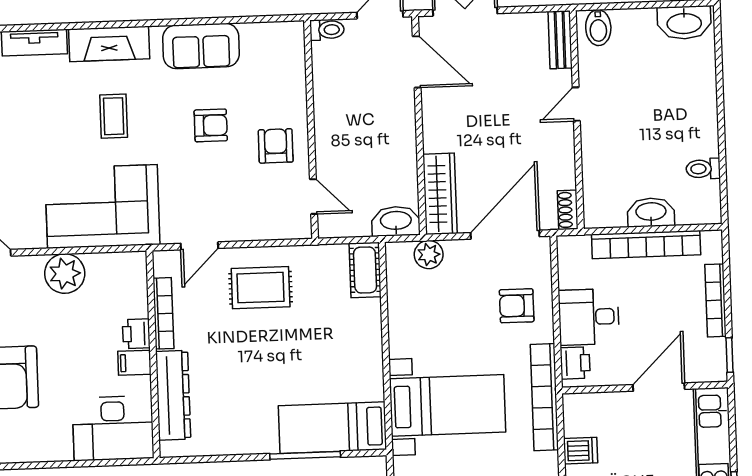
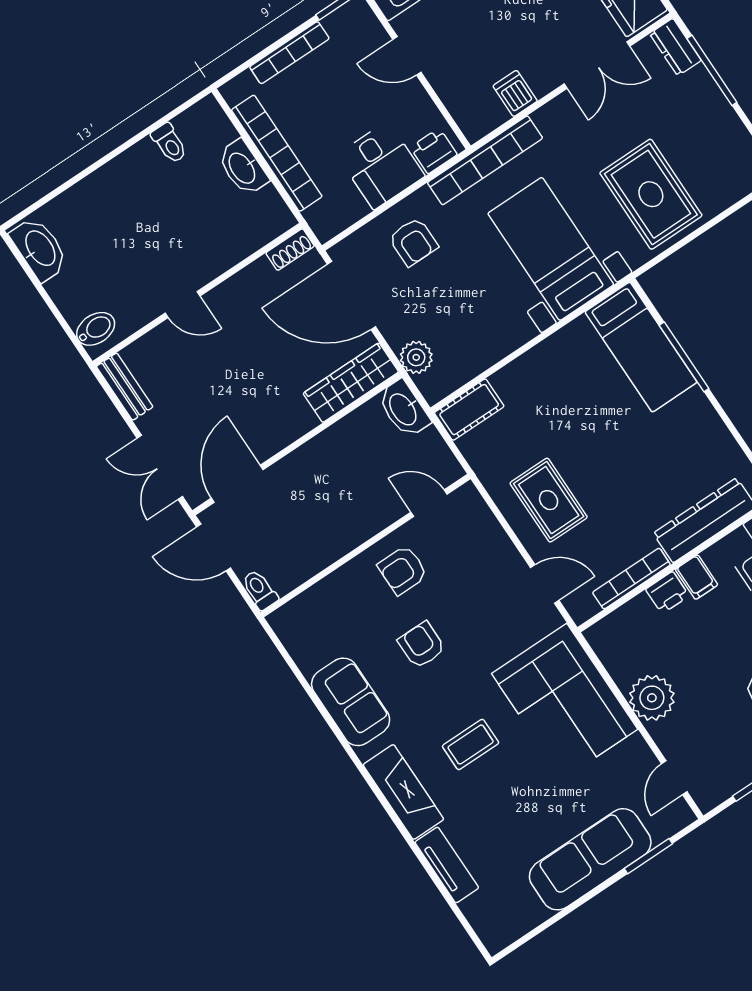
bench: (560, 40) -> (125, 387), moved, turned 90
door: (314, 197) -> (429, 503), hinge flipped
door: (659, 387) -> (407, 56), width x0.73

